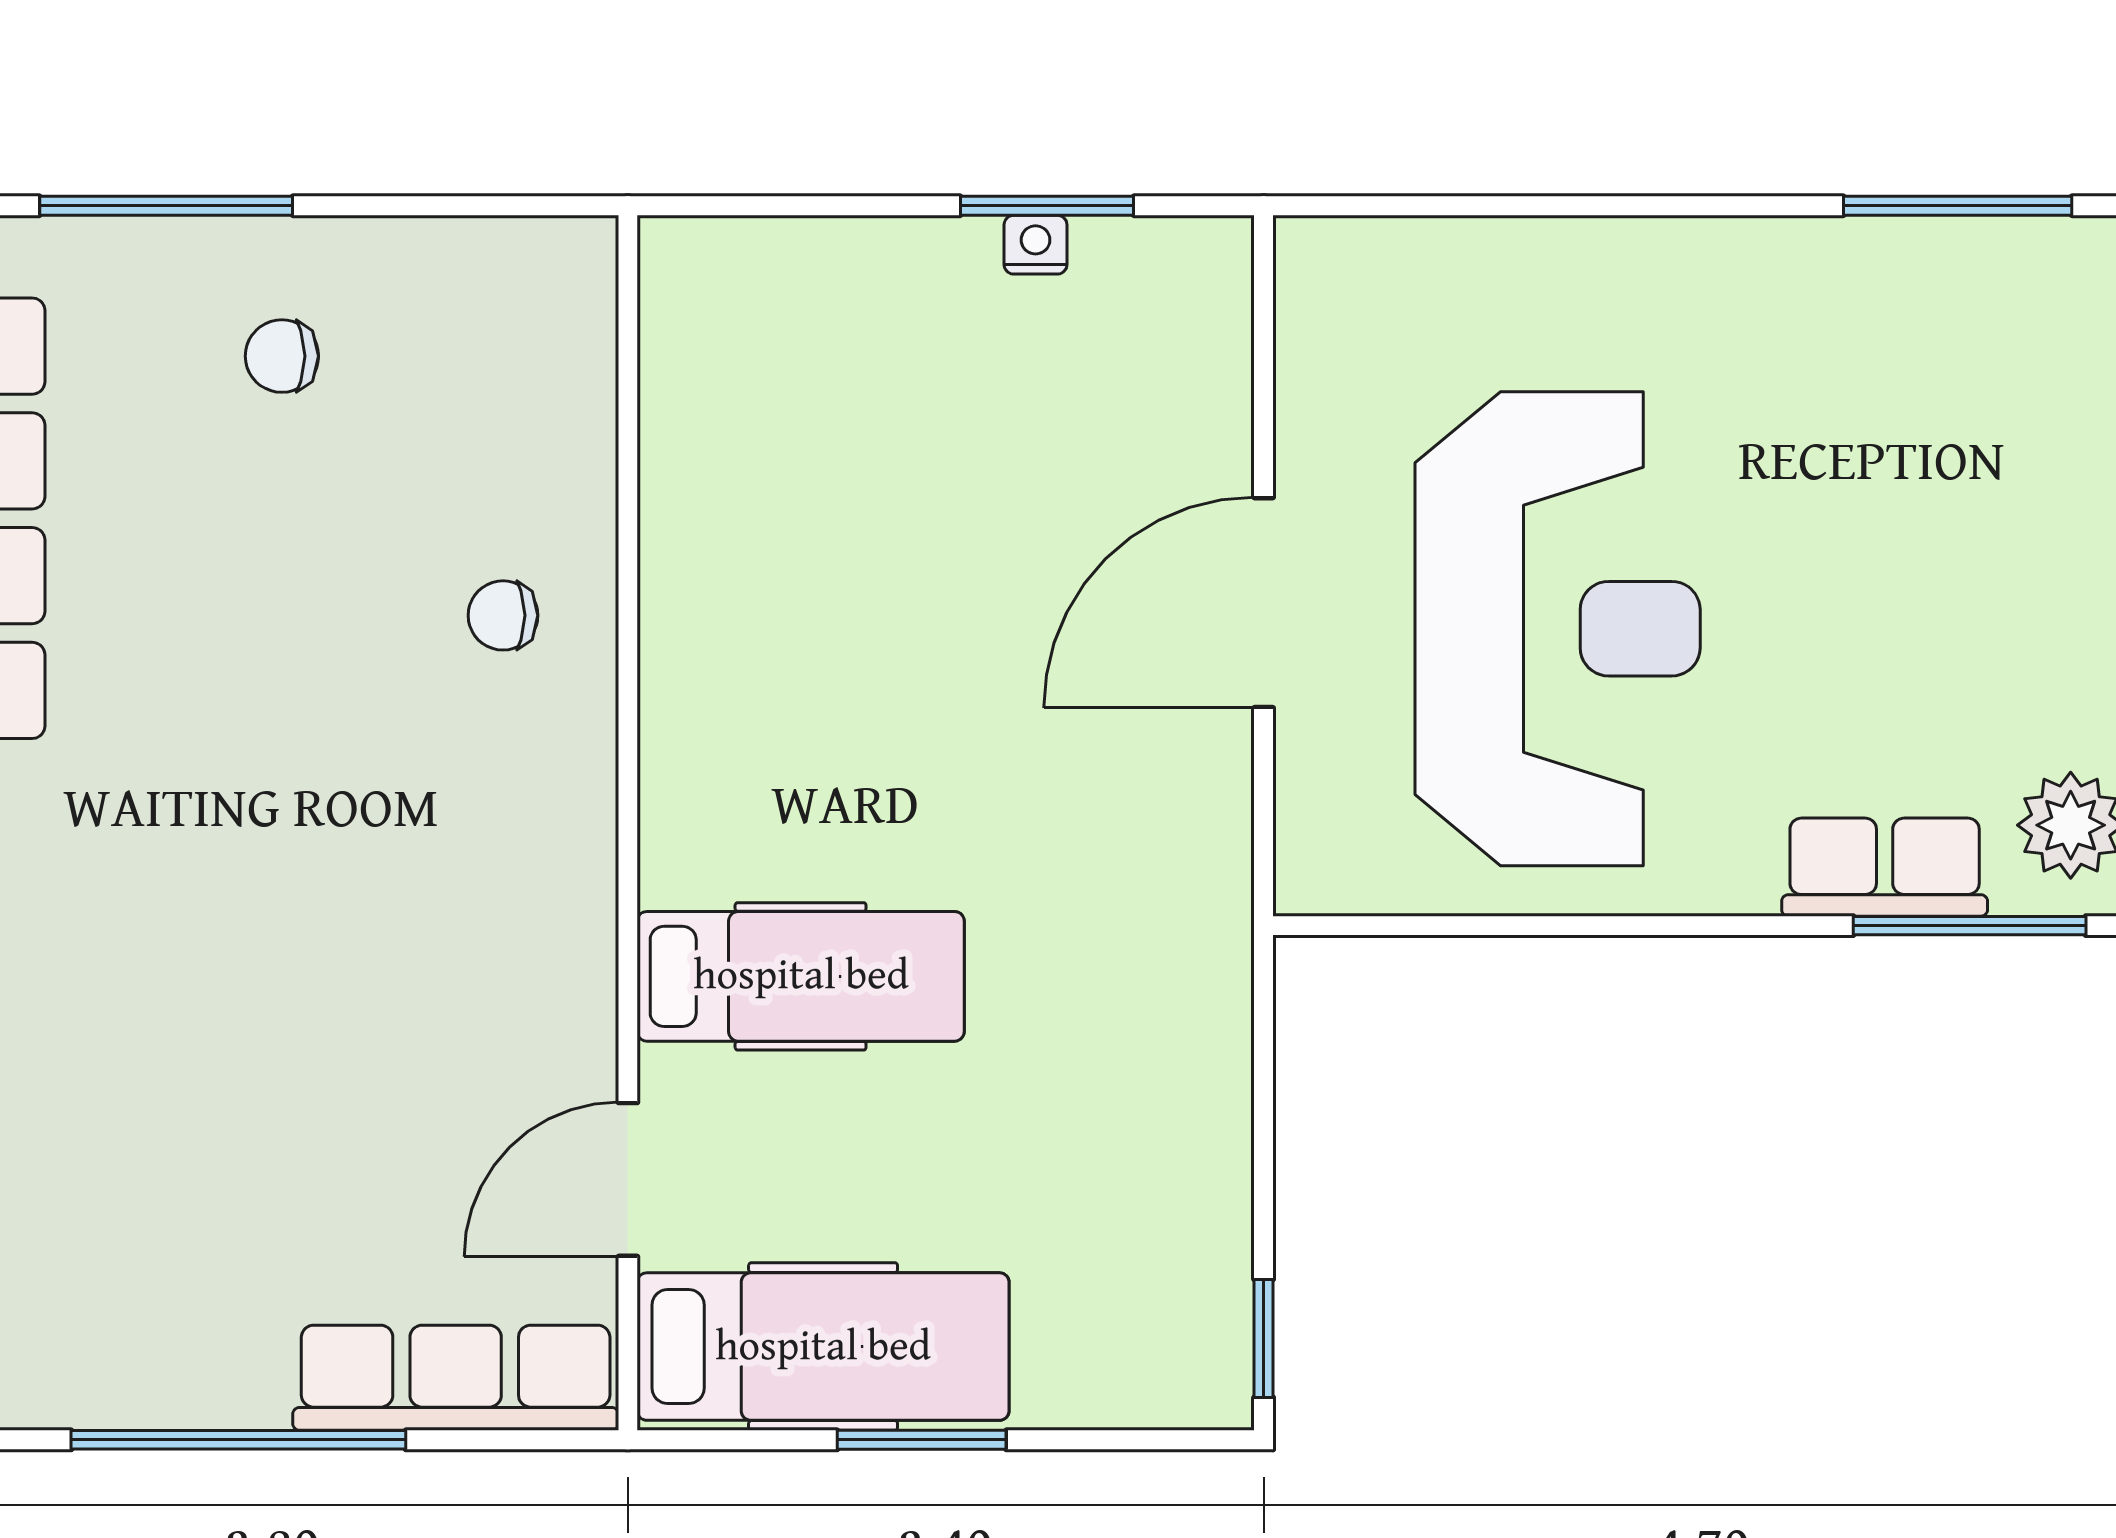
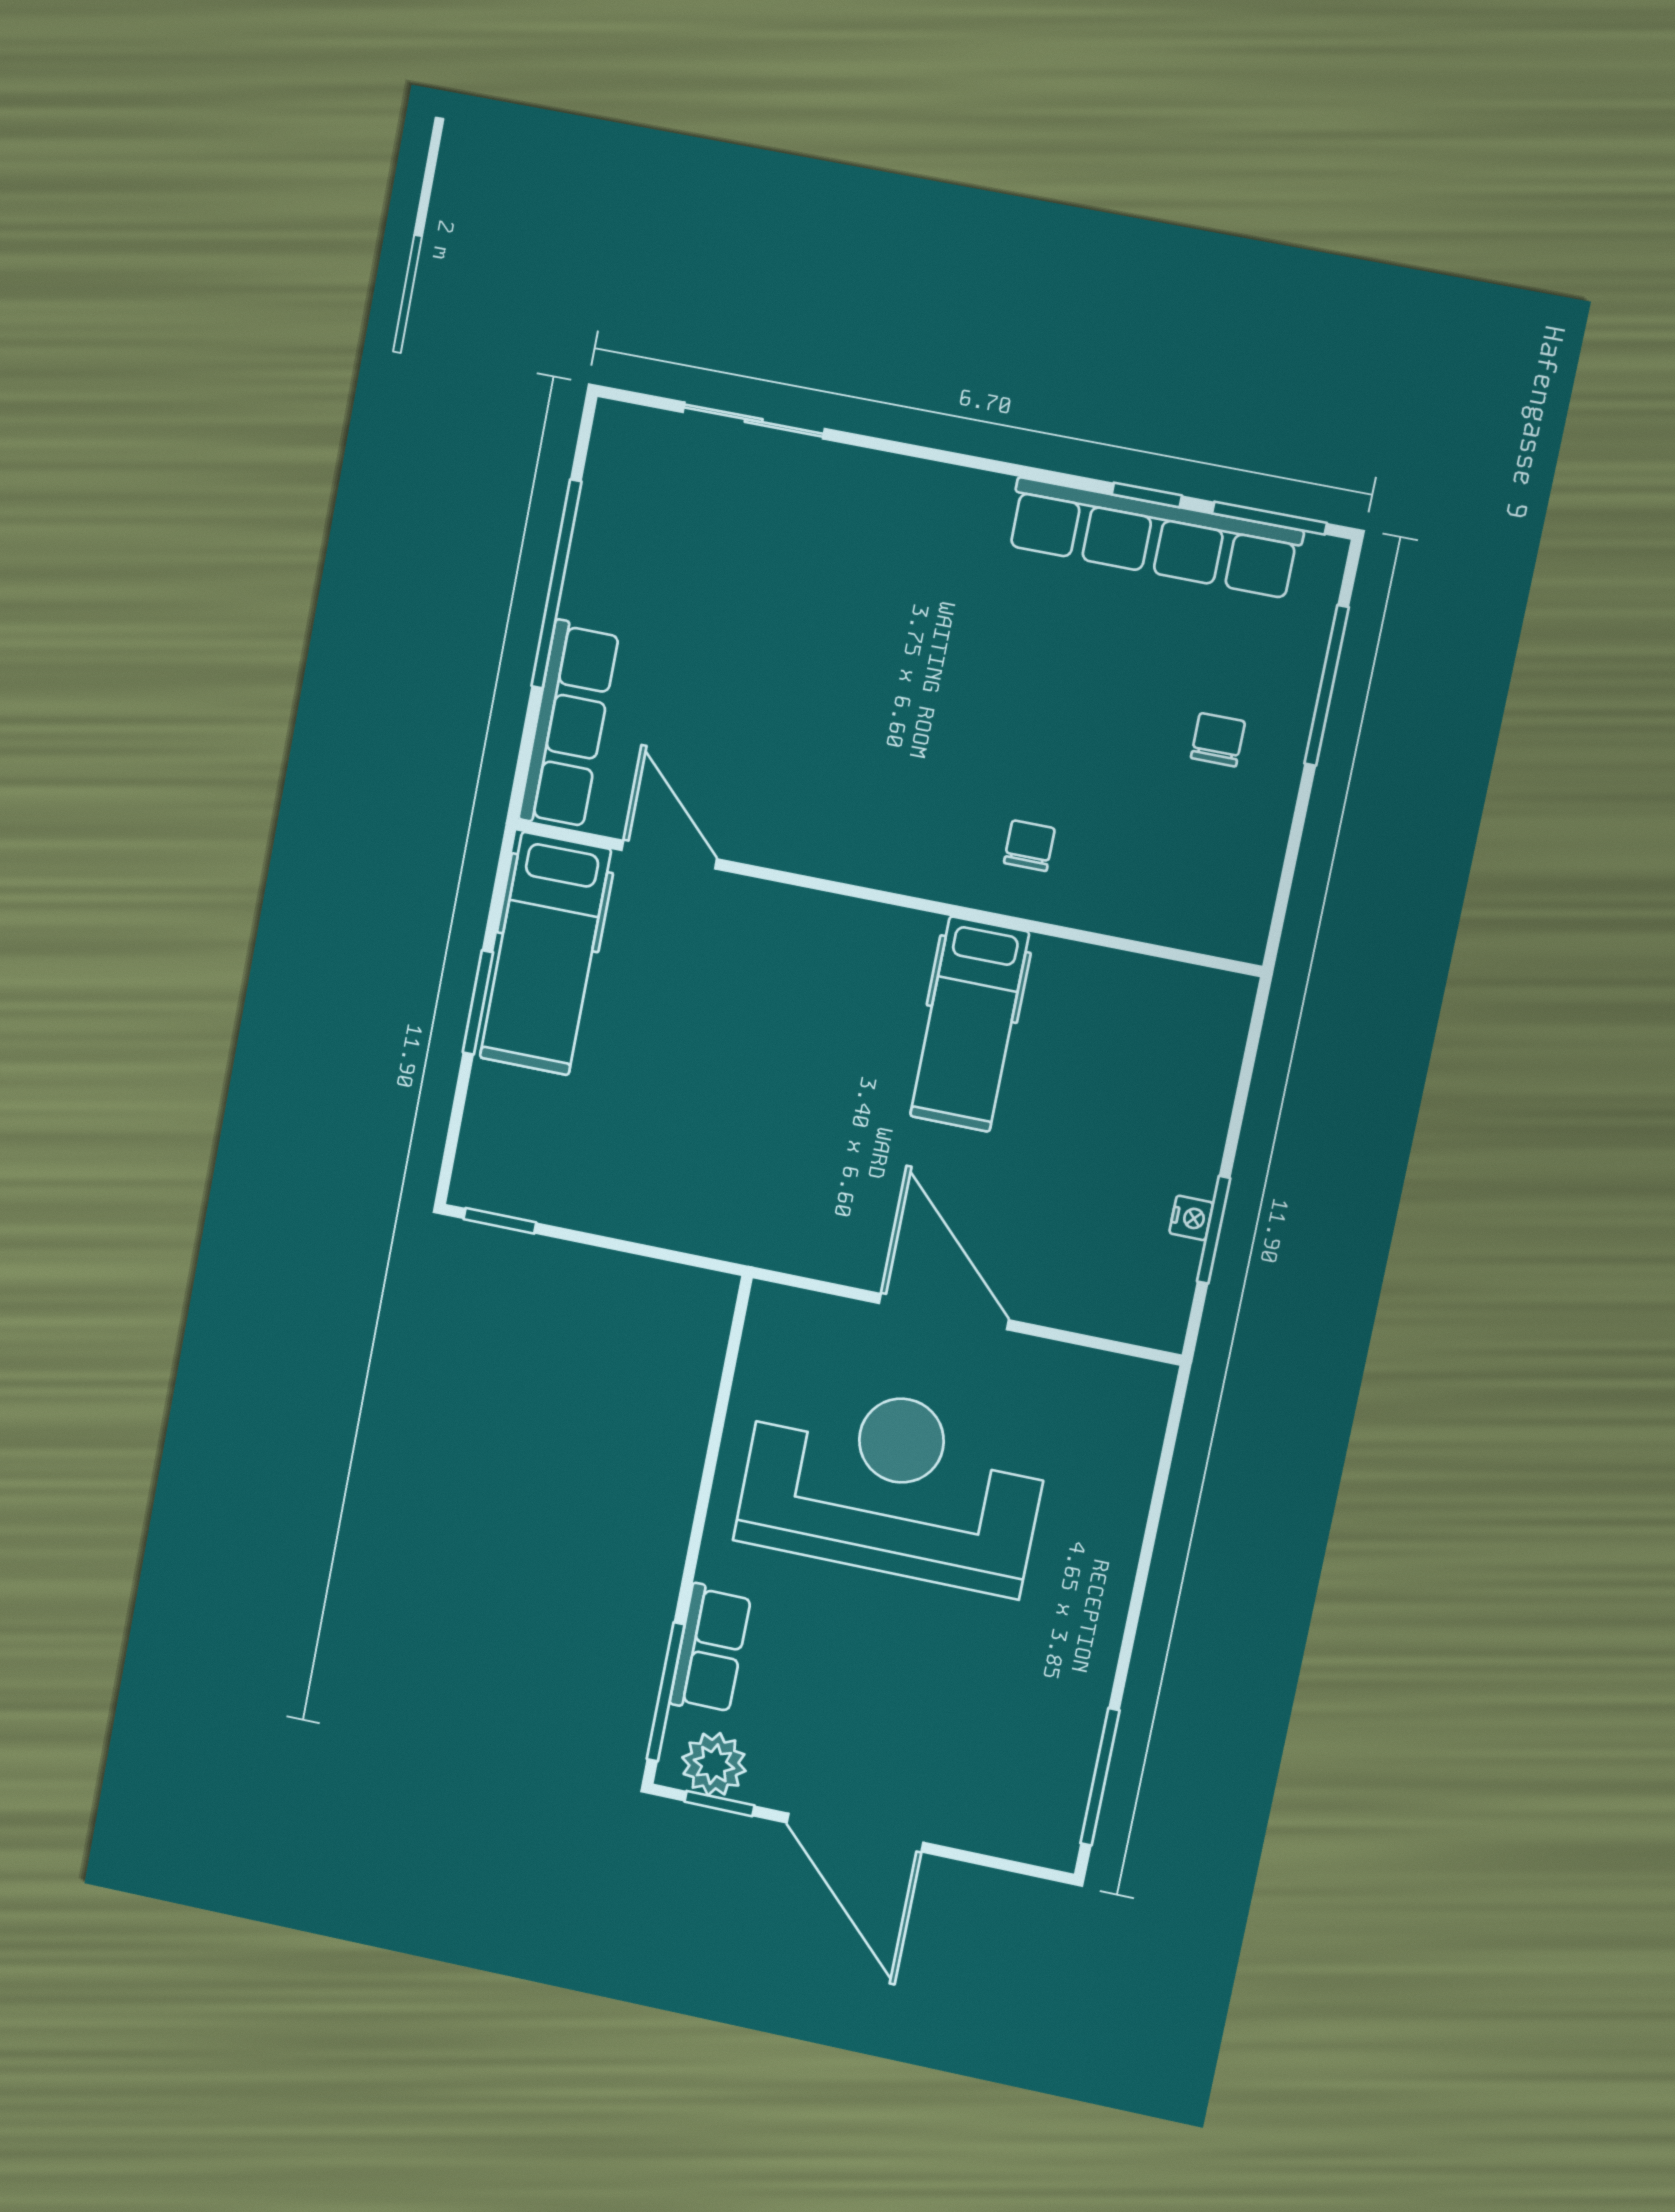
reception desk: (1558, 629) -> (893, 1485), turned 180
hospital bed: (801, 976) -> (970, 1024), moved

